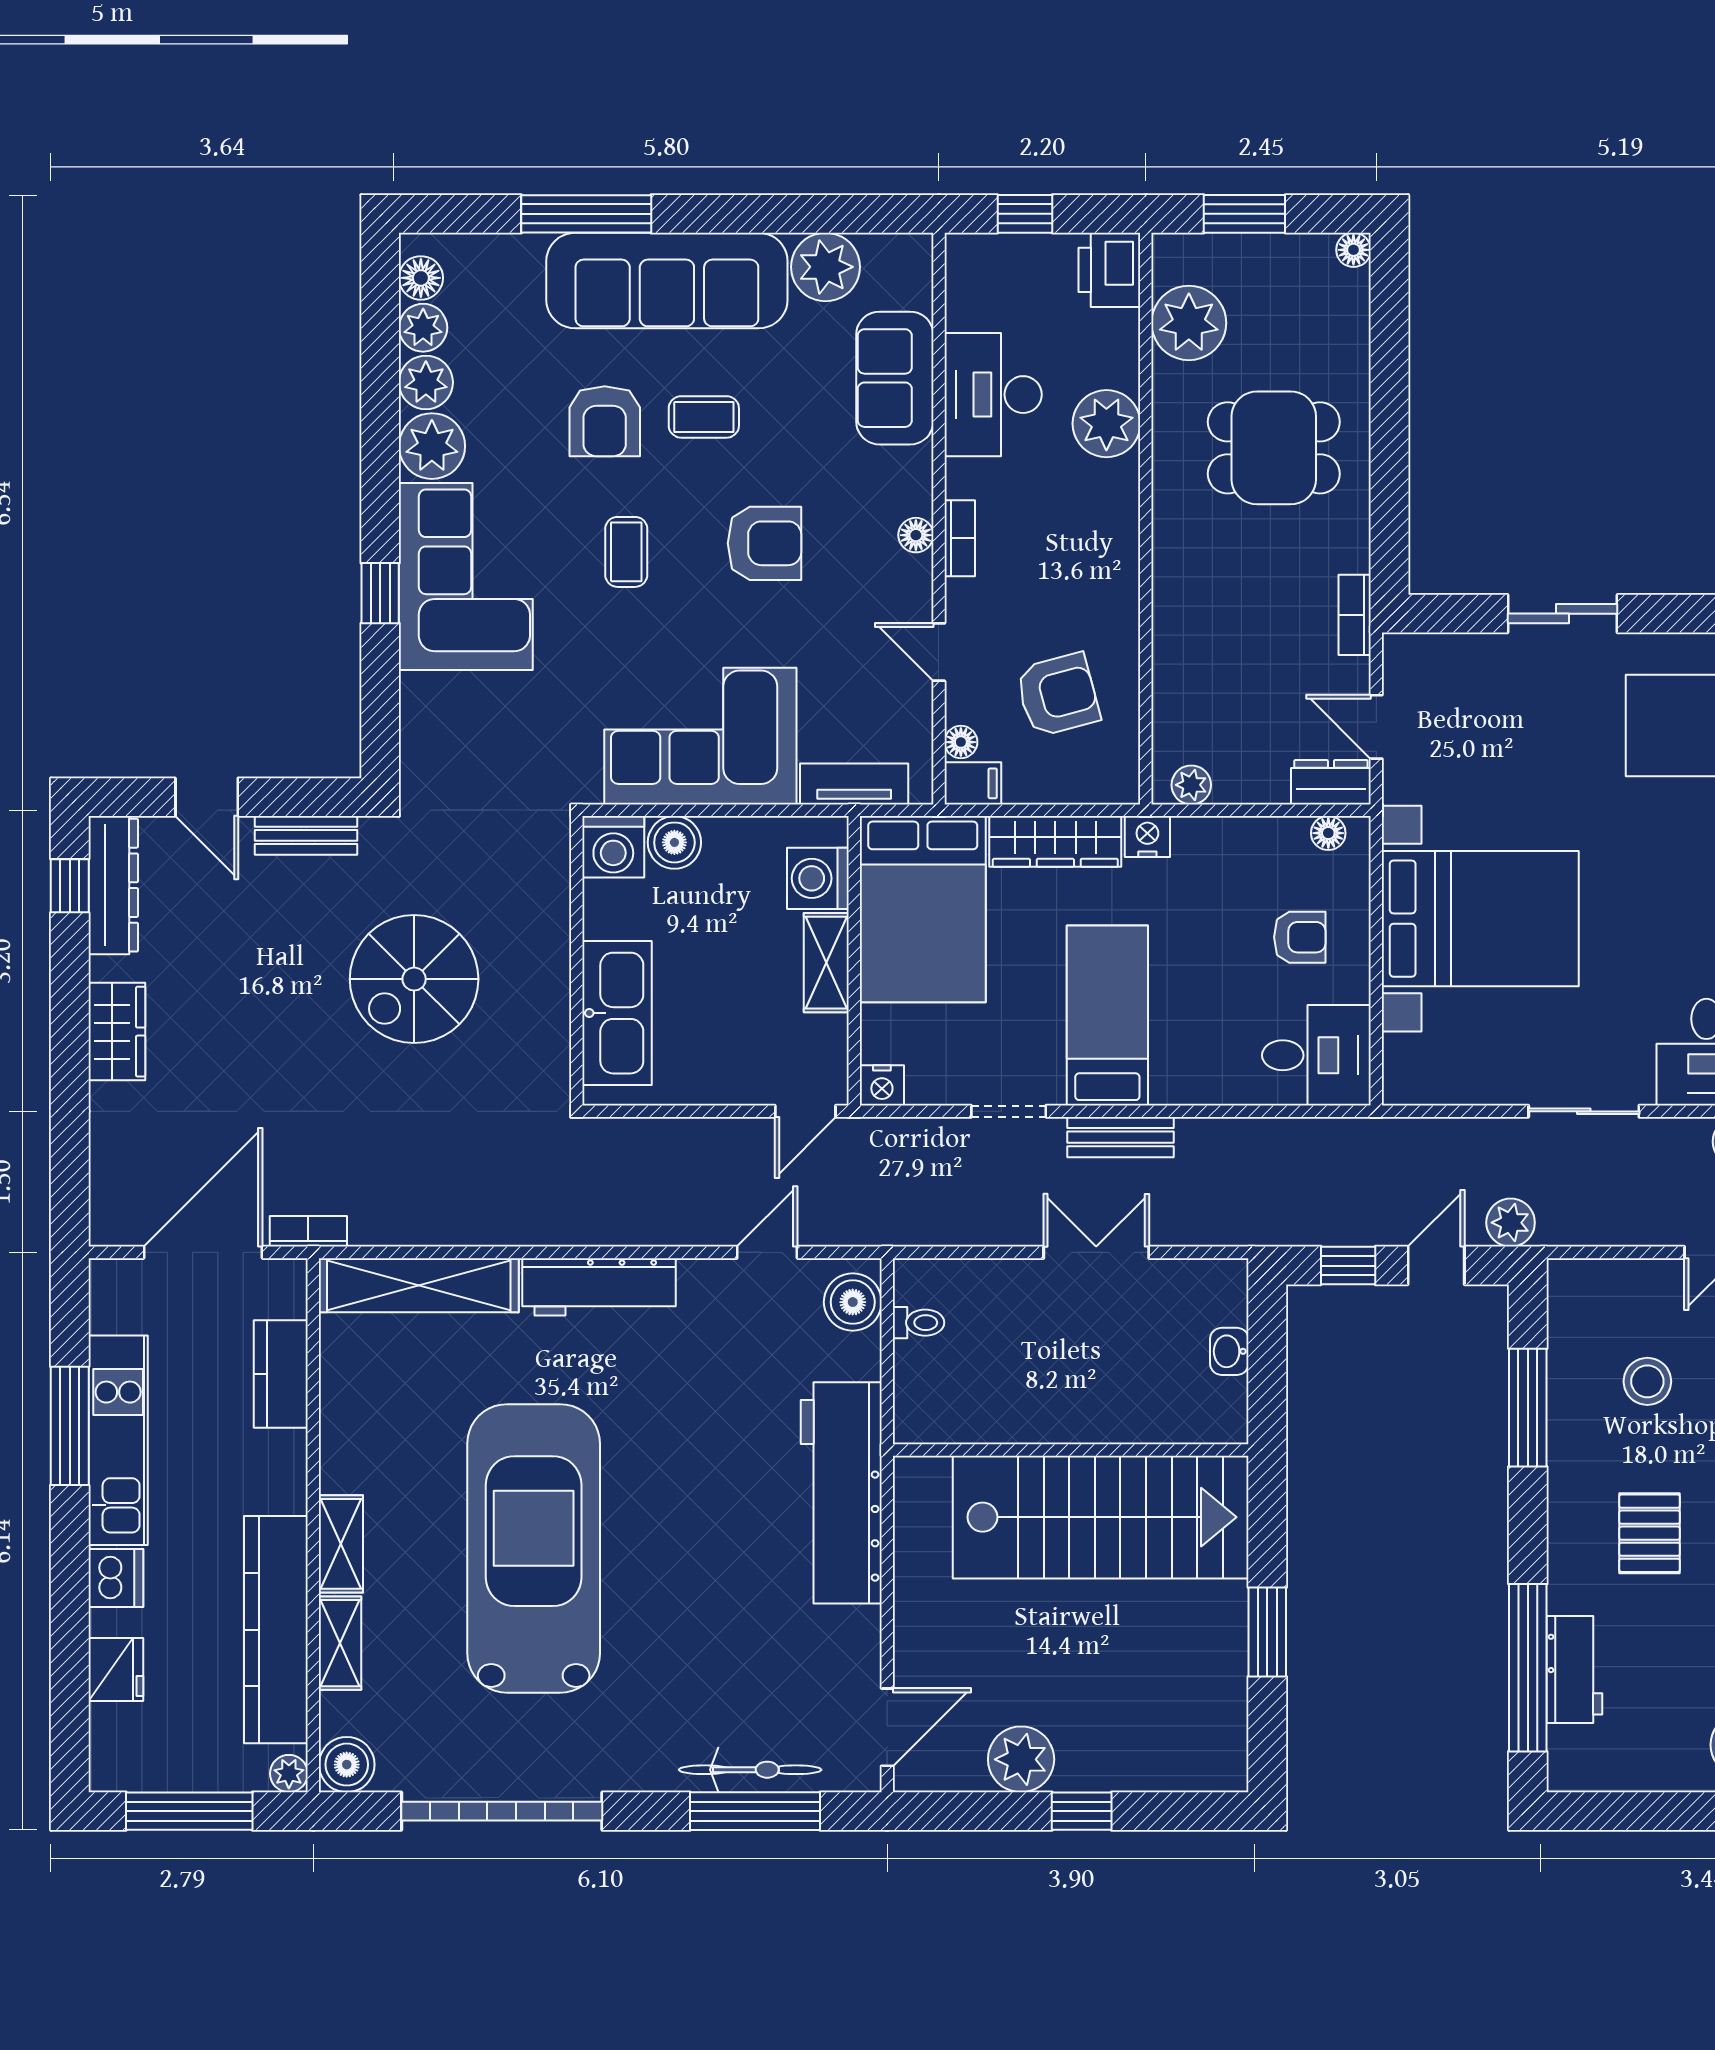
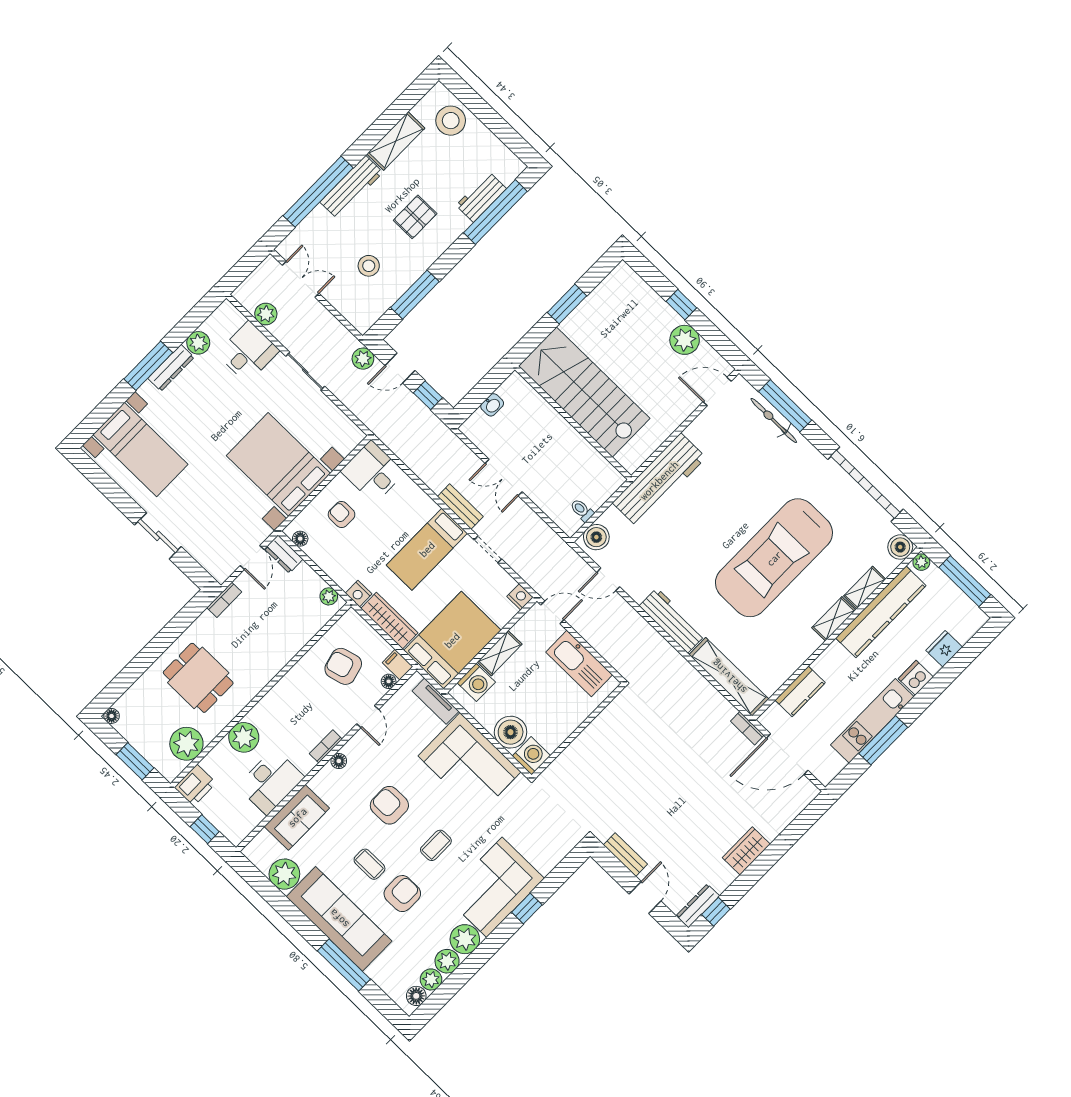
boiler: (674, 842) -> (511, 732), width x1.37, depth x1.37
dresser: (113, 885) -> (698, 906), width x0.73, depth x0.80
spiral stairs: (414, 979) -> (636, 776), removed
kitchen sink: (617, 1013) -> (579, 663), moved, turned -90

